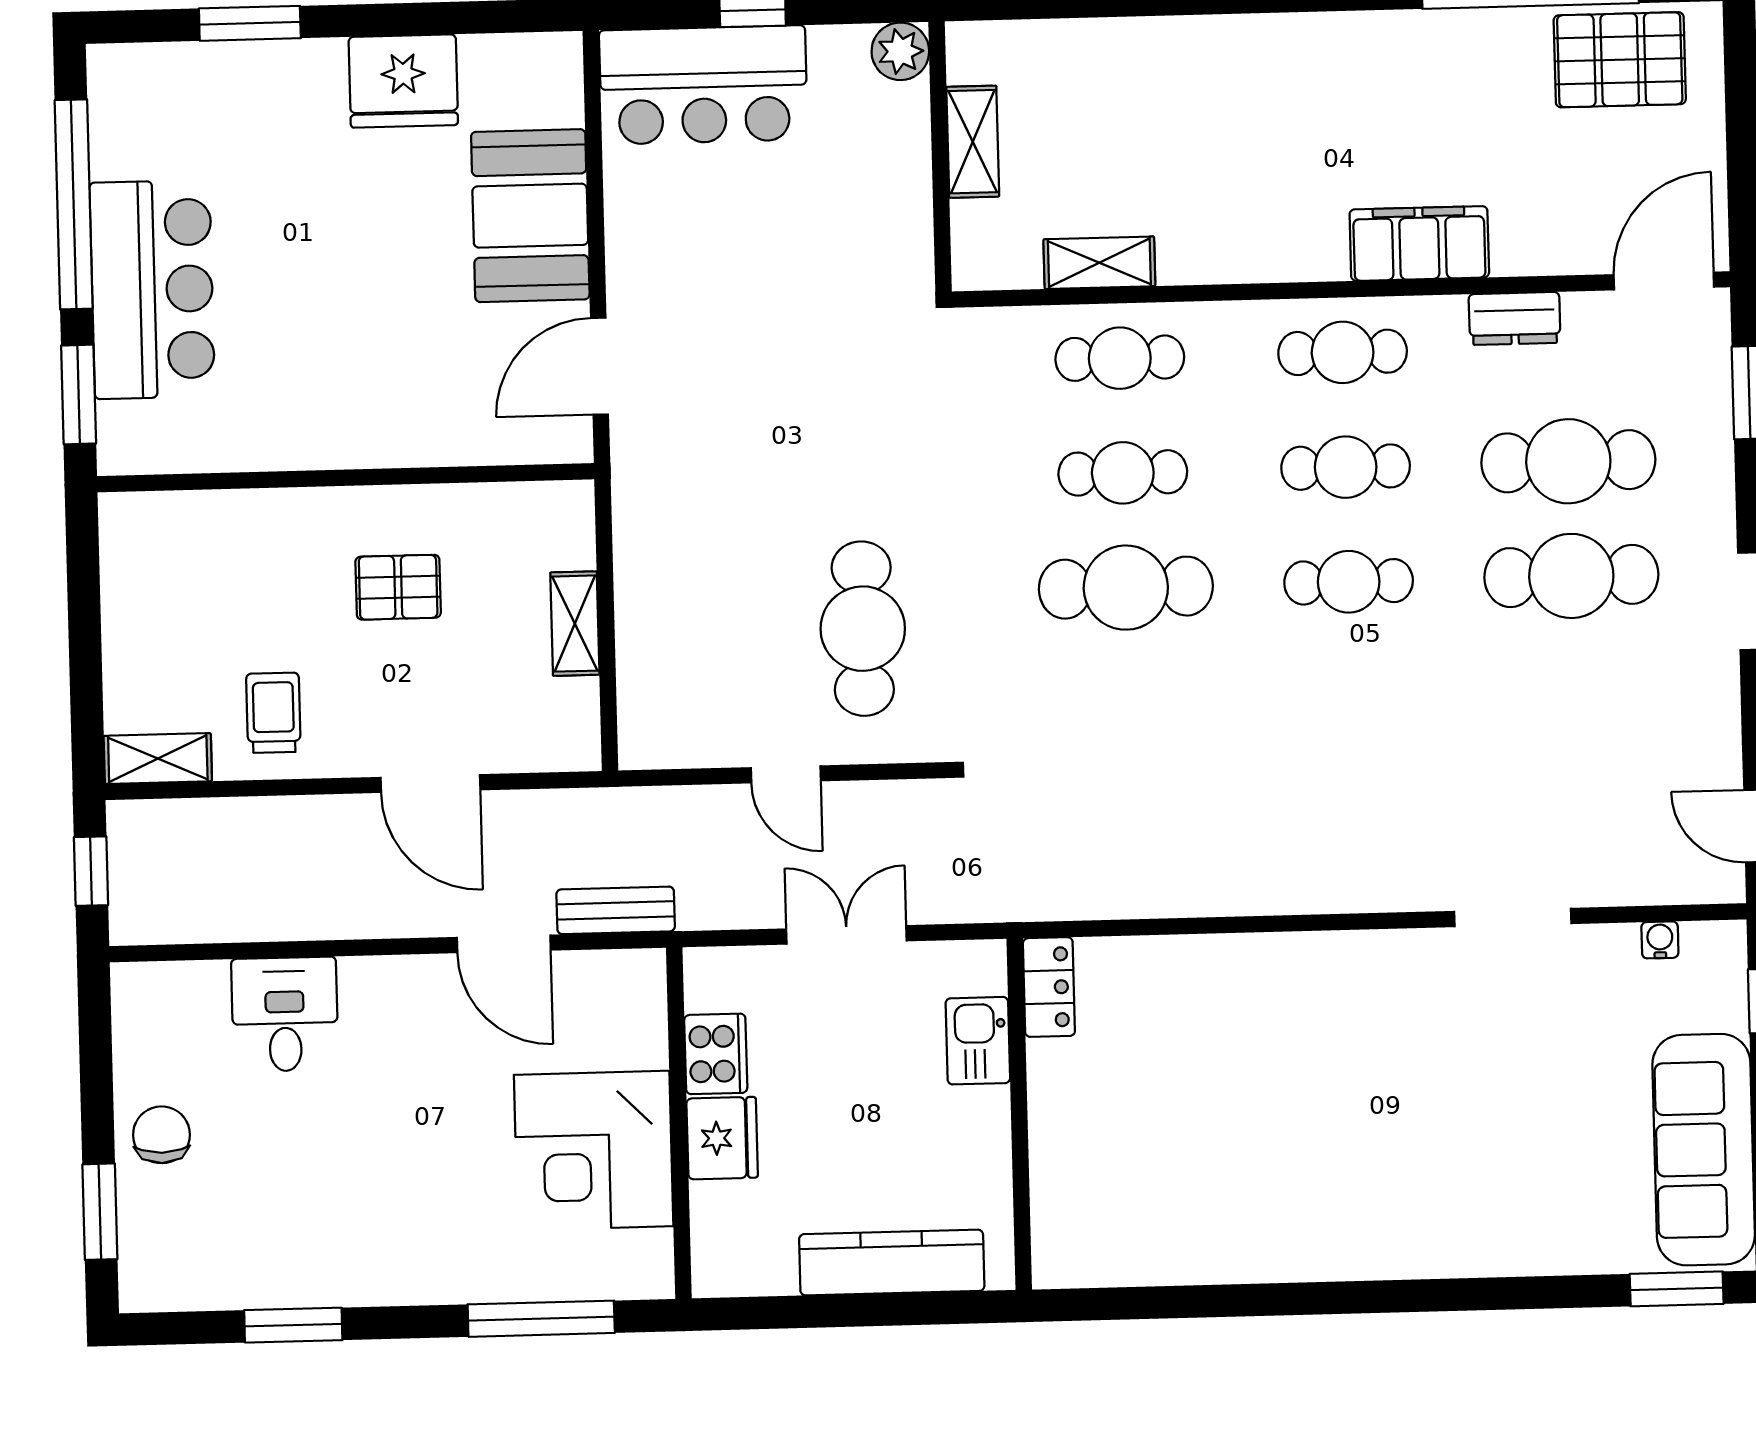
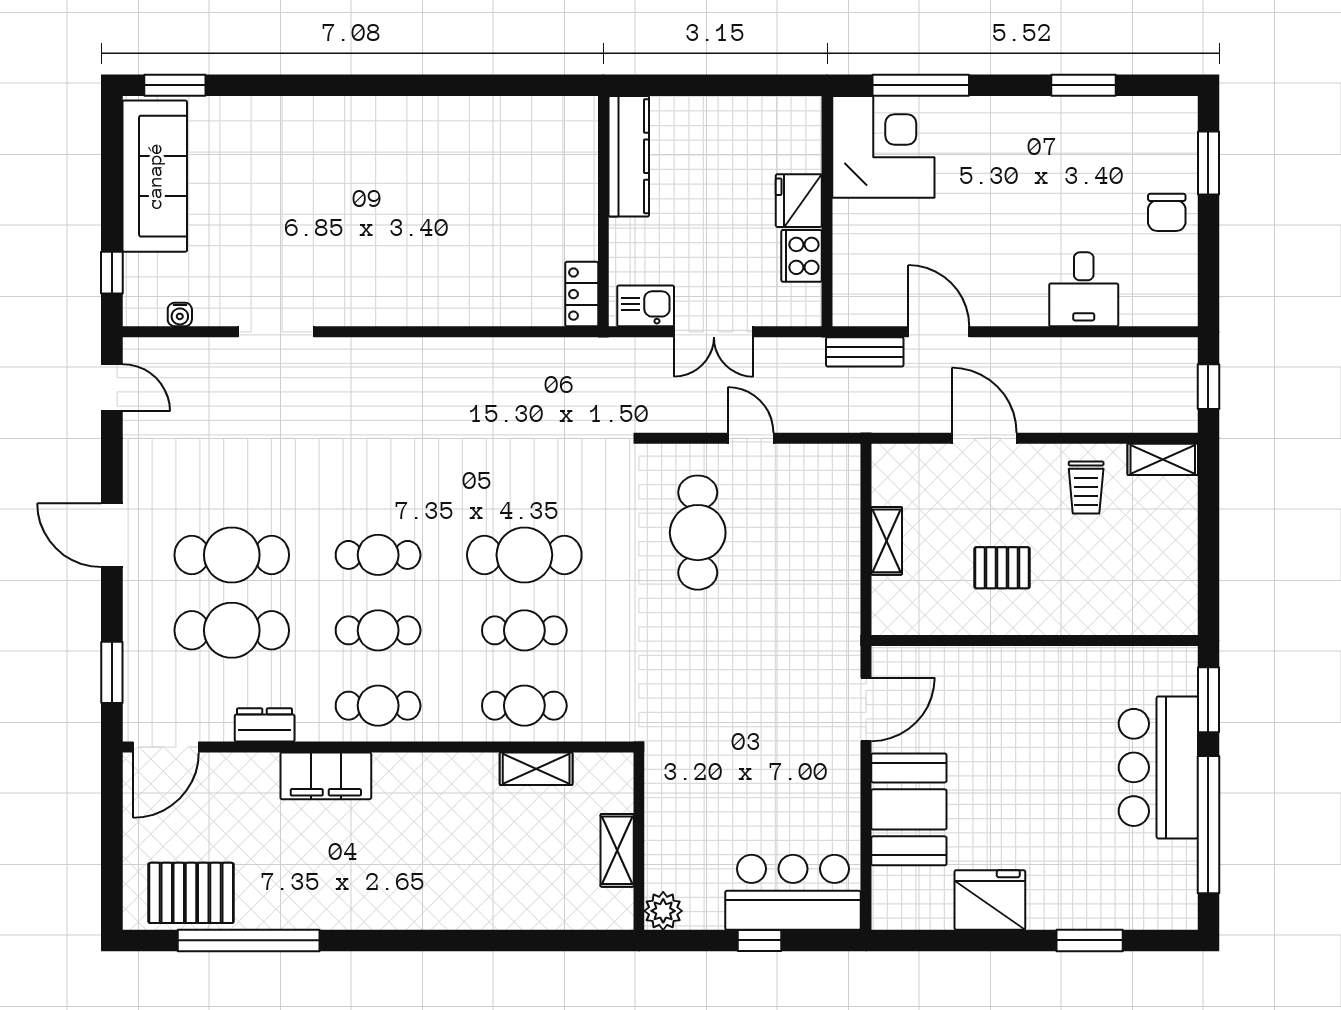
kitchen sink: (978, 1041) -> (646, 306), moved, turned -90
corner desk: (594, 1151) -> (883, 147), moved
kitchen counter: (892, 1263) -> (629, 156), moved, turned -90

